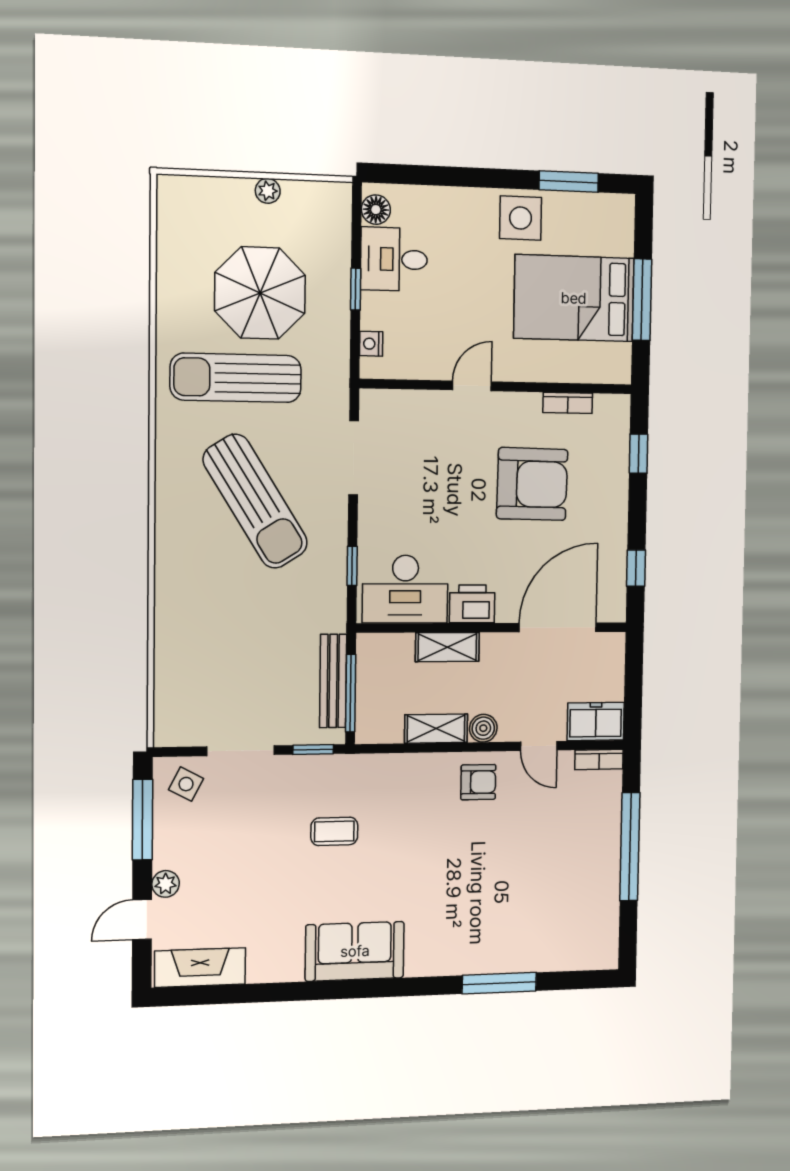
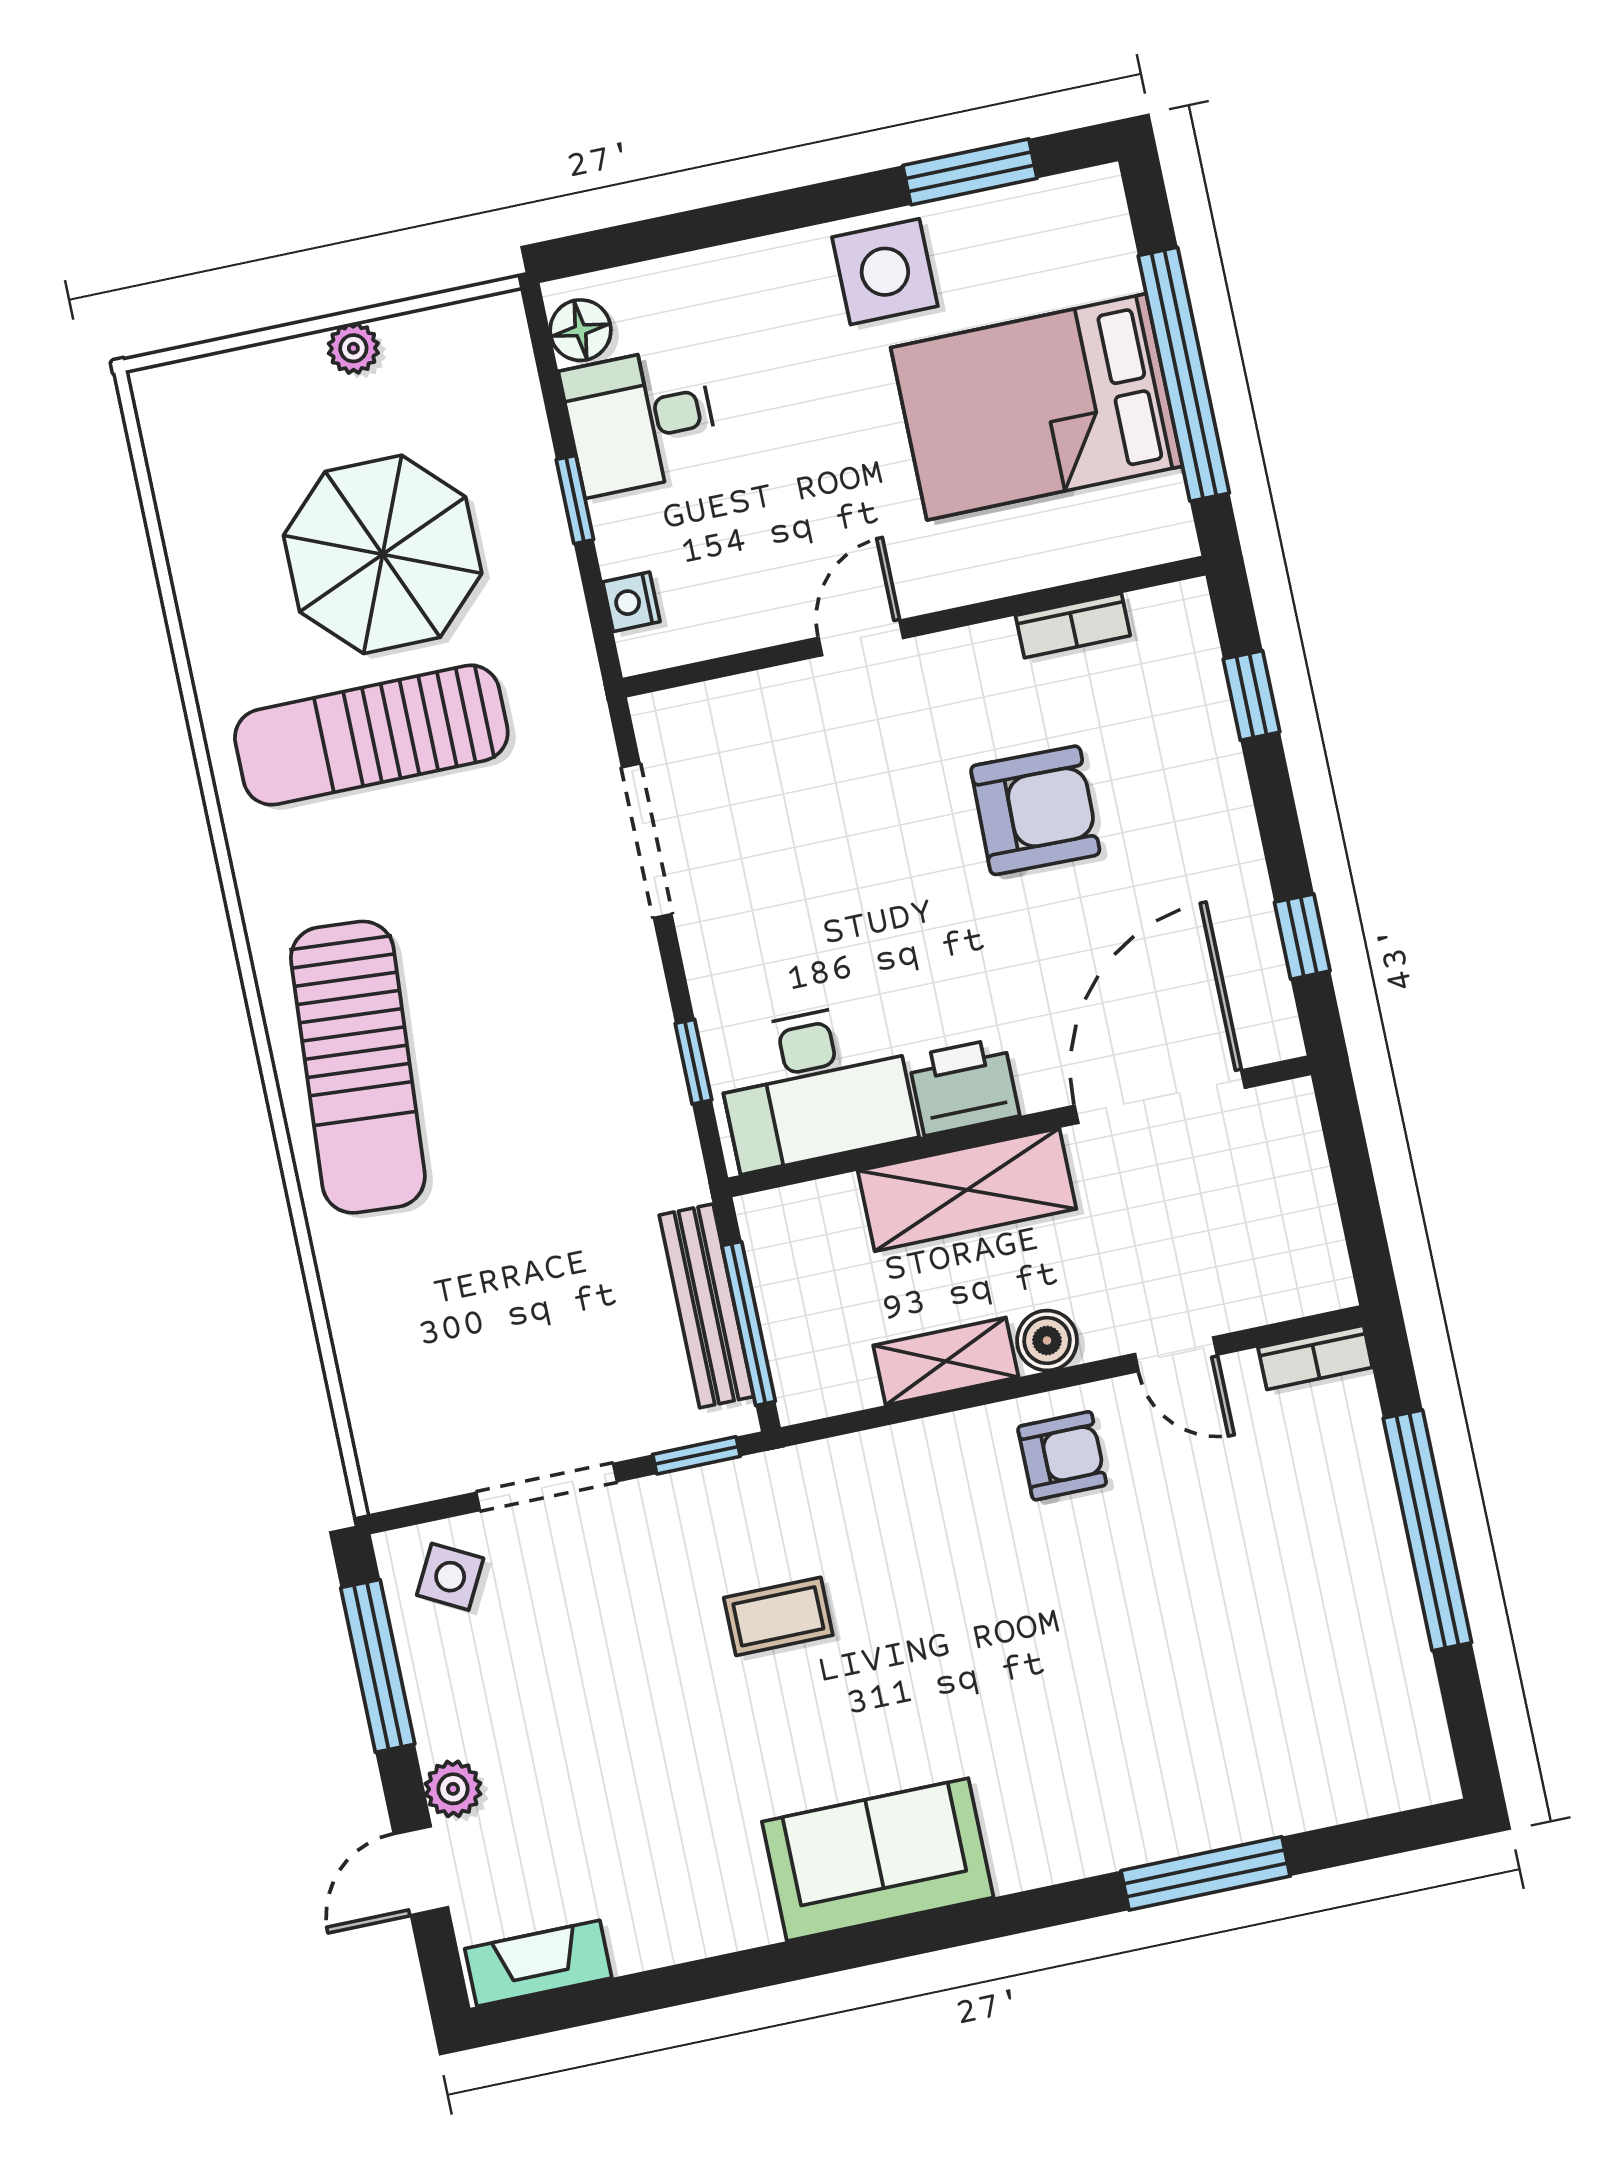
window: (642, 300) -> (1184, 374), width x1.46
armchair: (532, 484) -> (1035, 810), width x0.73, depth x0.73
sun lounger: (255, 501) -> (358, 1067), moved, turned 36
shelving: (447, 647) -> (967, 1190), width x1.50, depth x1.33
freezer: (596, 721) -> (1289, 1278), removed
fireplace: (200, 967) -> (538, 1963), width x0.73, depth x0.76

